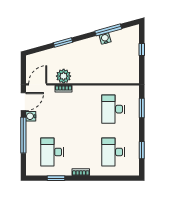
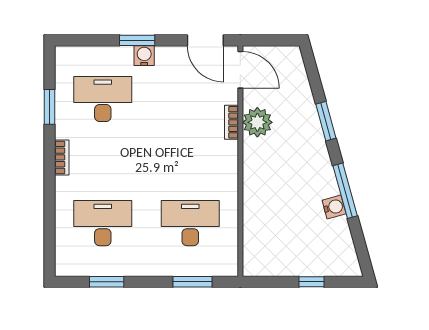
window: (108, 30) -> (345, 191), moved
water cooler: (31, 116) -> (144, 56), moved
window: (23, 135) -> (137, 40), width x0.47

